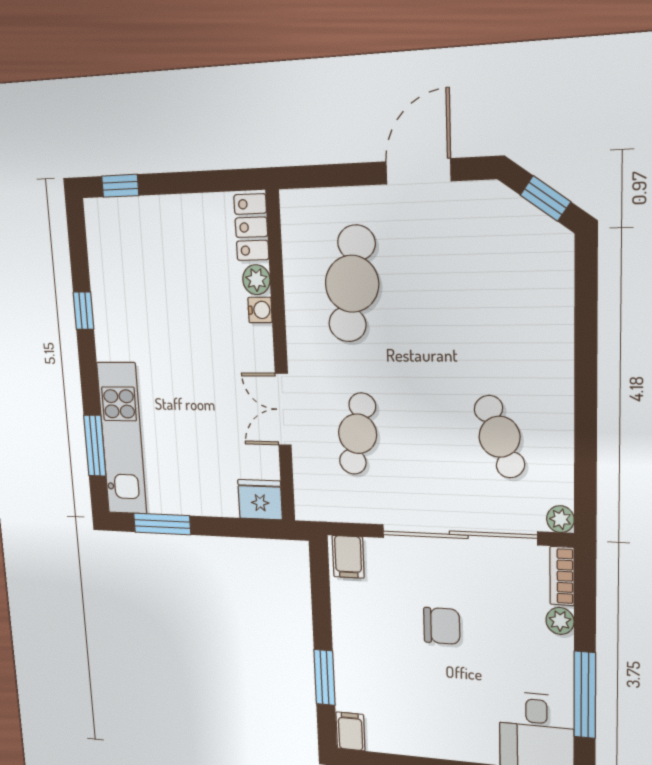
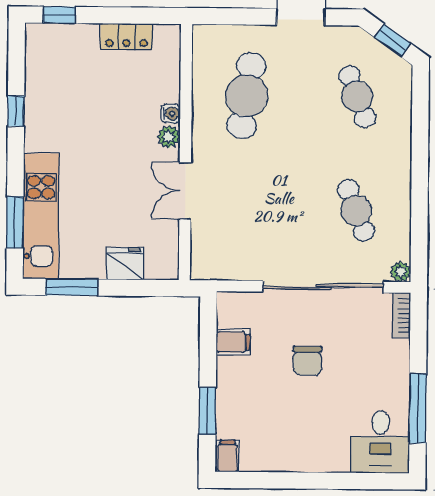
locker: (251, 227) -> (126, 37), moved, turned -90
plant: (256, 280) -> (169, 137), moved
cafe table: (358, 434) -> (357, 97), moved, turned -33
fridge: (260, 500) -> (125, 264), moved
filing cabinet: (348, 557) -> (233, 342), moved, turned -90
plant: (560, 621) -> (400, 351), removed
chair: (442, 626) -> (307, 361), turned 90

